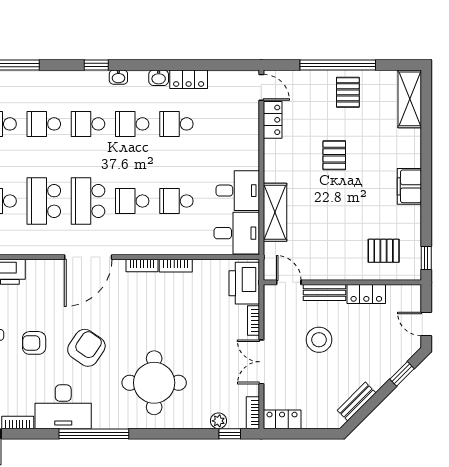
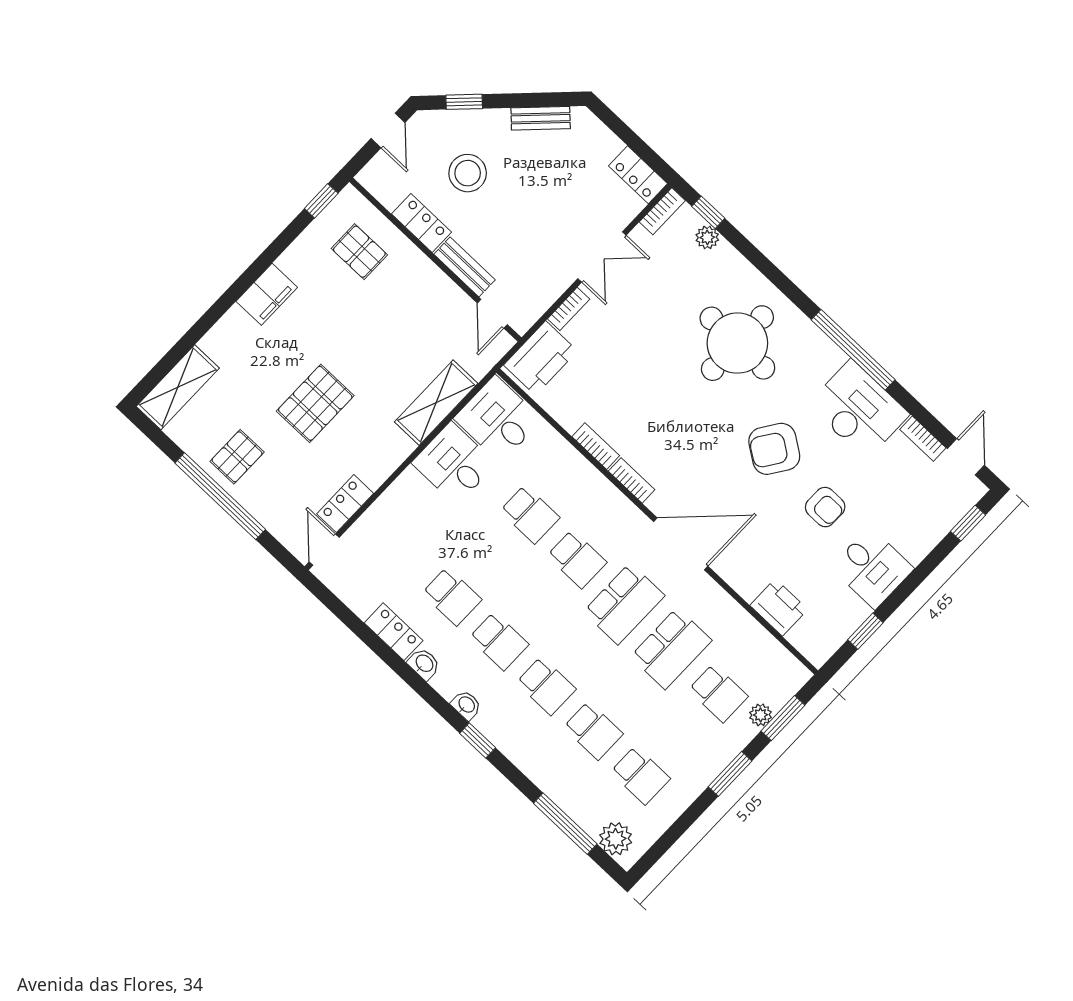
pallet: (334, 155) -> (315, 403), width x1.50, depth x1.42
stool: (319, 340) -> (468, 173), moved

